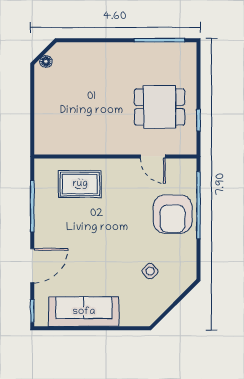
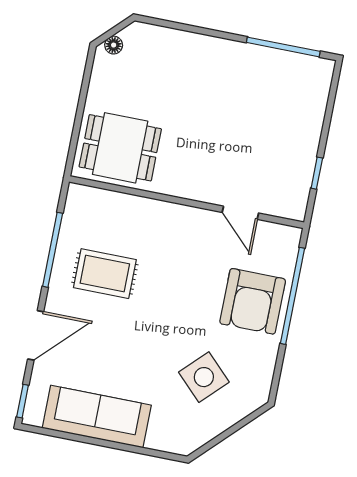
dining table: (160, 107) -> (120, 148), moved
rug: (80, 184) -> (105, 274), moved
side table: (150, 271) -> (204, 377), width x1.87, depth x1.87

